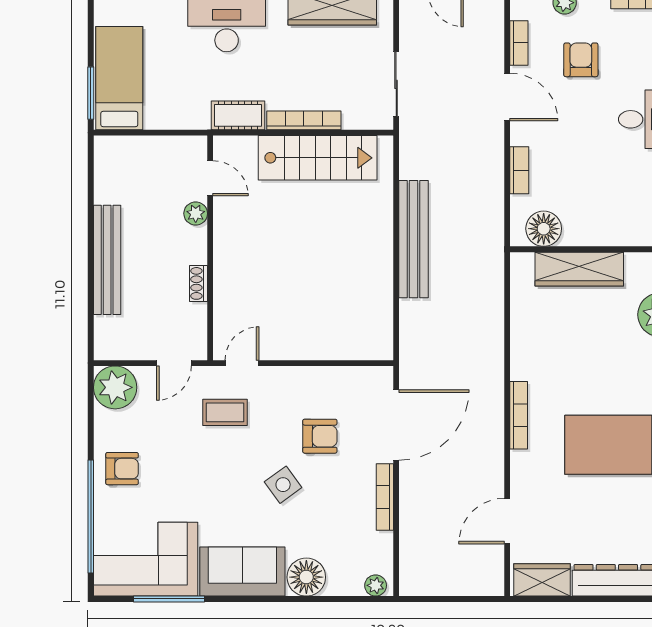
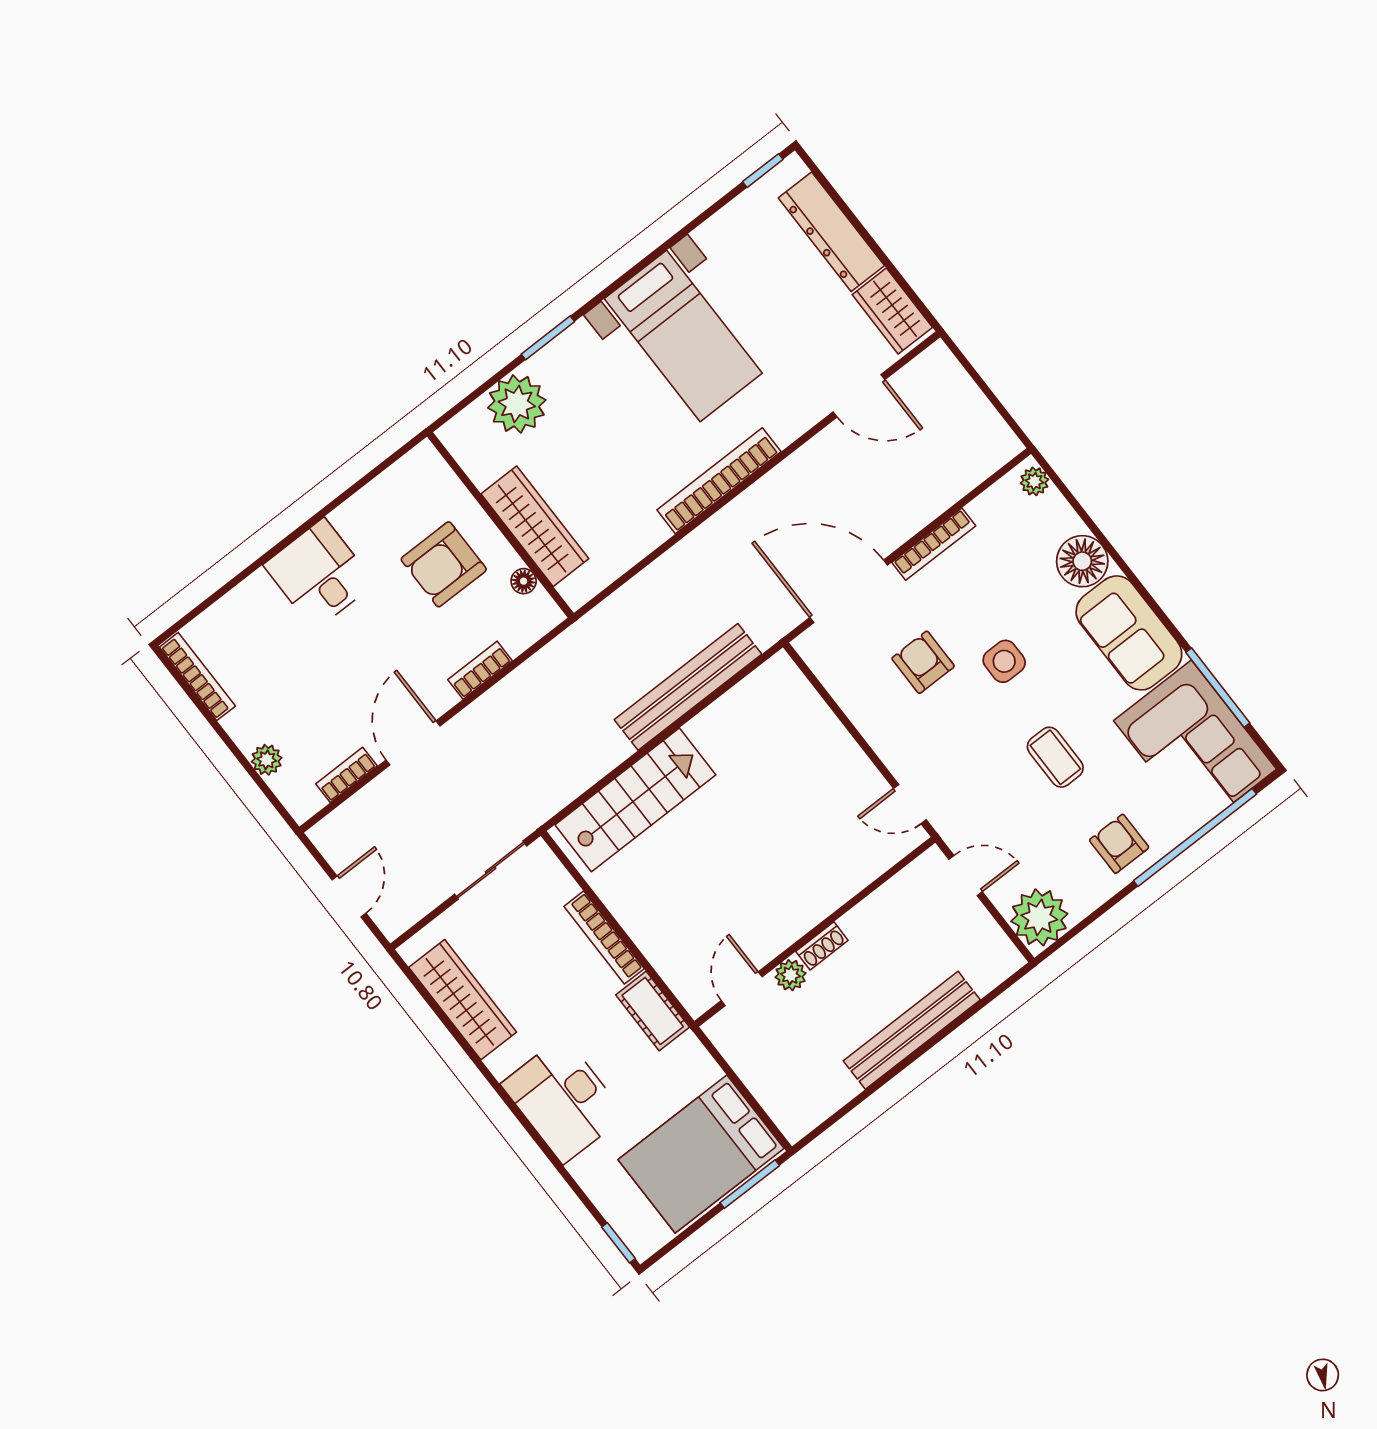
armchair: (581, 60) -> (444, 564), moved, width x1.38, depth x1.38
bed: (119, 78) -> (701, 1154), width x1.50
stairs: (318, 158) -> (635, 800), moved, turned 90
floor lamp: (544, 229) -> (524, 581), width x0.53, depth x0.53
bench: (414, 239) -> (688, 687), moved
shoe rack: (199, 283) -> (822, 946), moved
coffee table: (225, 412) -> (1055, 757), moved
bookcase: (519, 415) -> (719, 481), width x1.48, depth x1.31
side table: (283, 485) -> (1004, 661), turned 36

